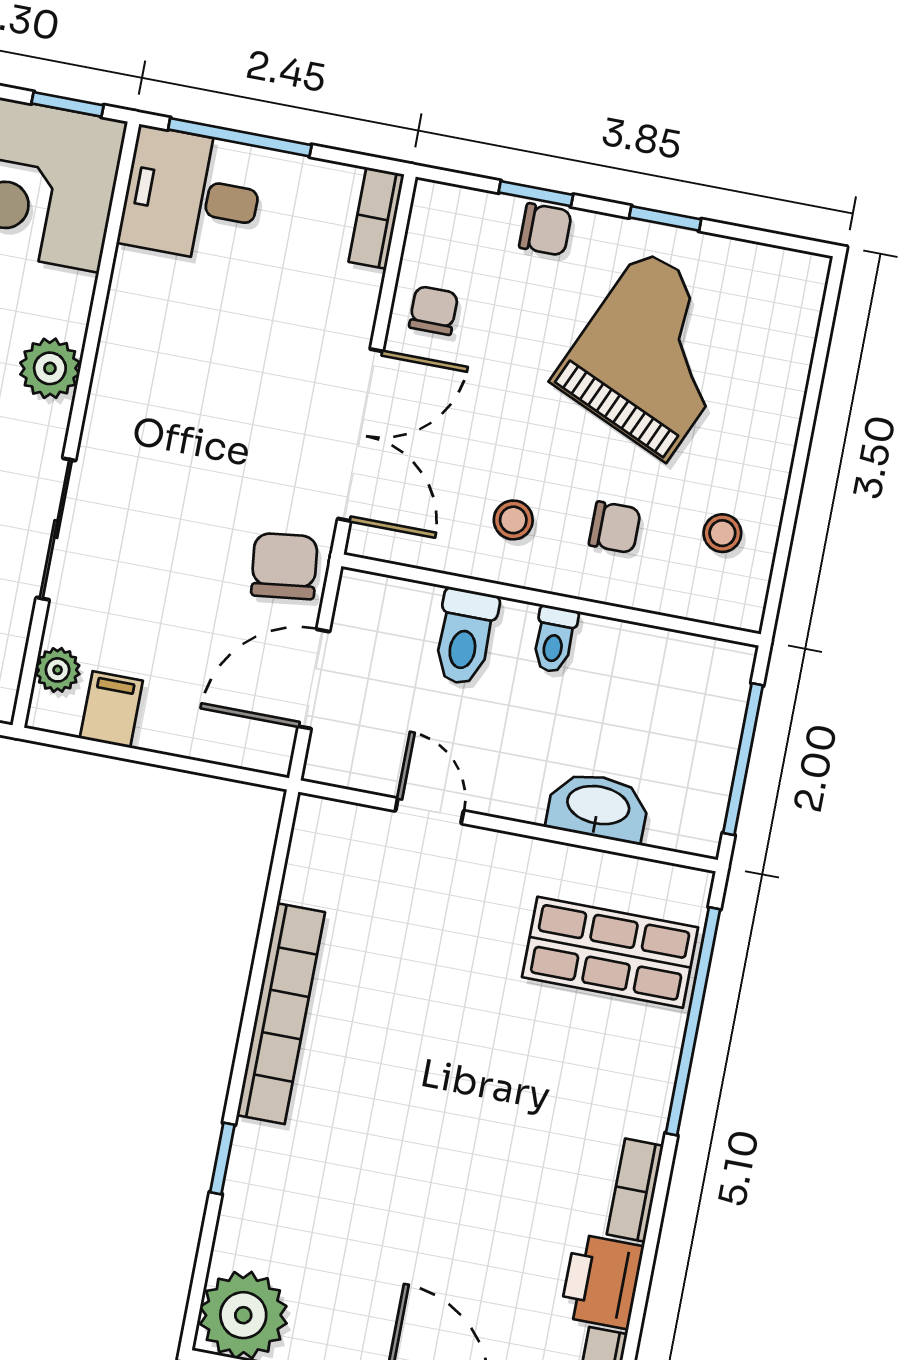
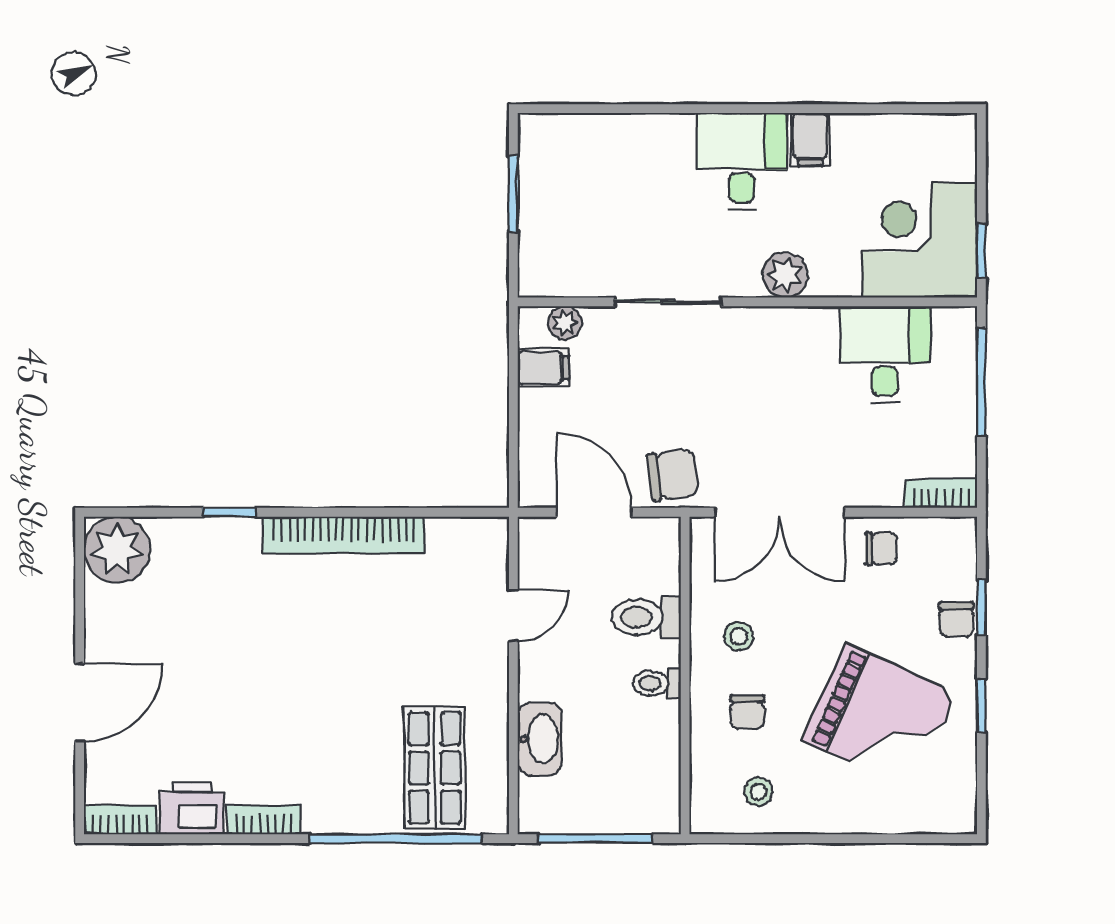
desk: (192, 196) -> (885, 355), moved

